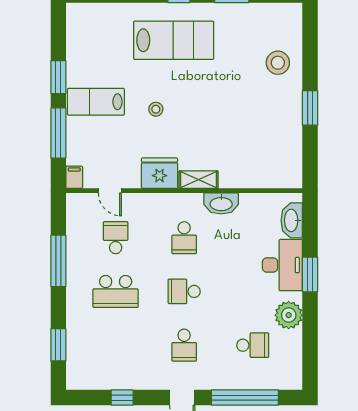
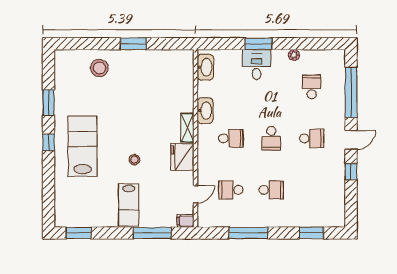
window: (58, 77) -> (79, 233), moved
washbasin: (292, 220) -> (205, 67), moved, turned -90
desk: (282, 265) -> (257, 65), width x0.73
school desk: (116, 291) -> (271, 190), width x0.54
plant: (289, 315) -> (294, 55), width x0.53, depth x0.53
window: (122, 398) -> (351, 172), moved

